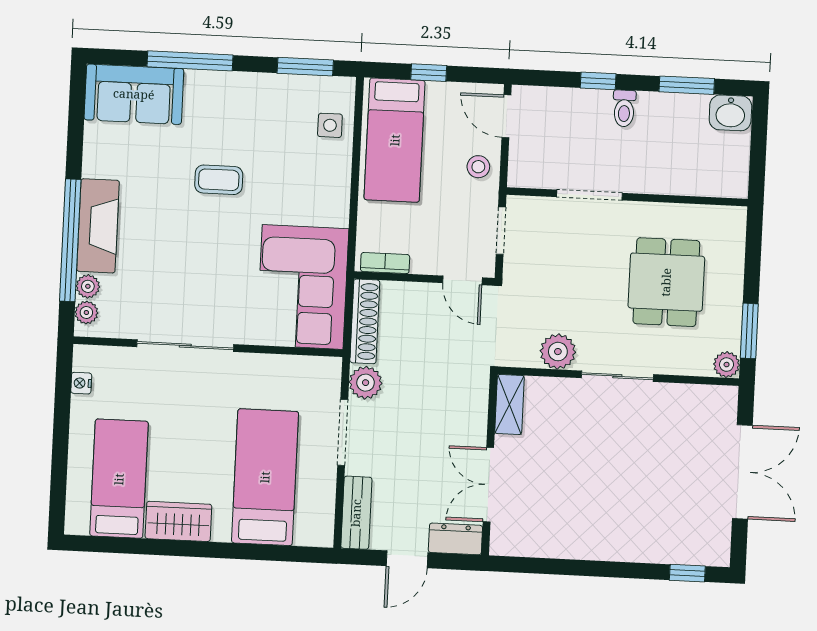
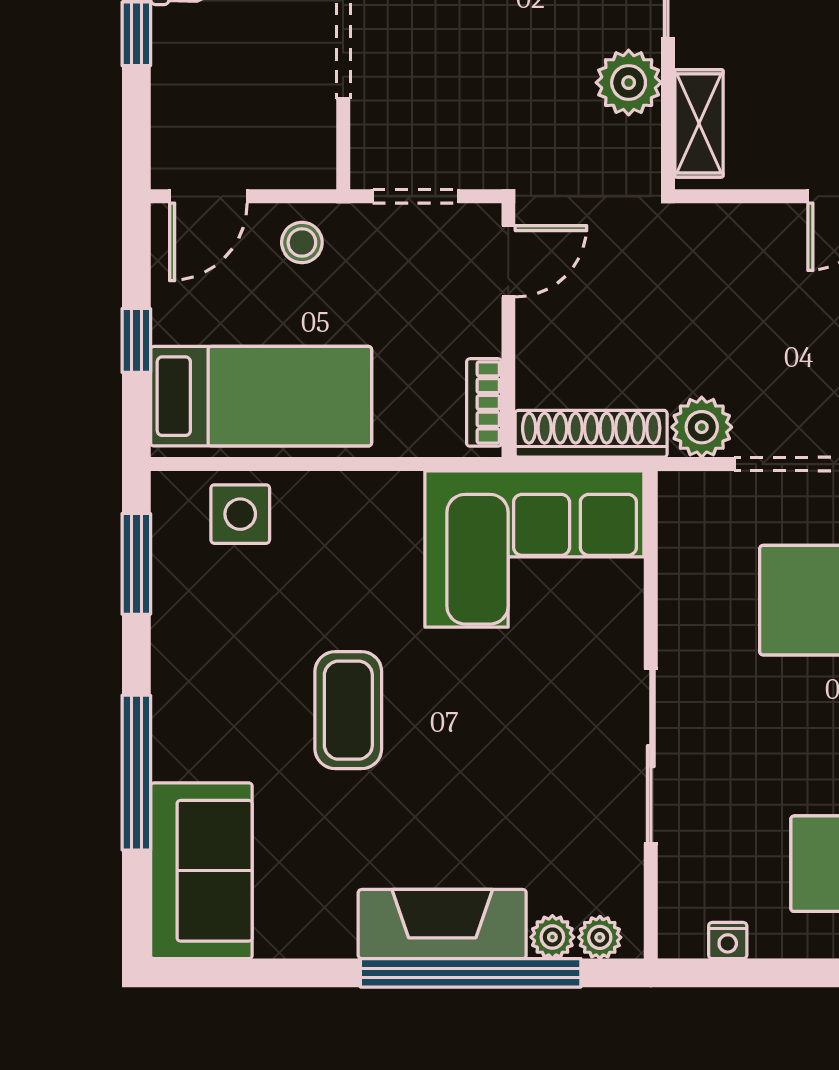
side table: (330, 125) -> (240, 514), width x1.37, depth x1.37
coffee table: (219, 180) -> (348, 710), width x1.36, depth x1.30
shelving: (509, 404) -> (699, 123), moved, turned 90

